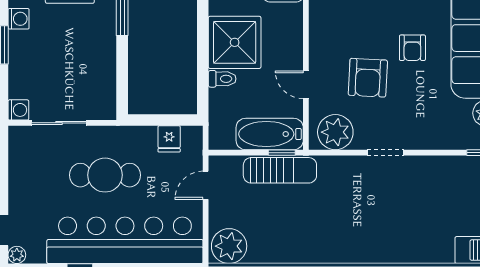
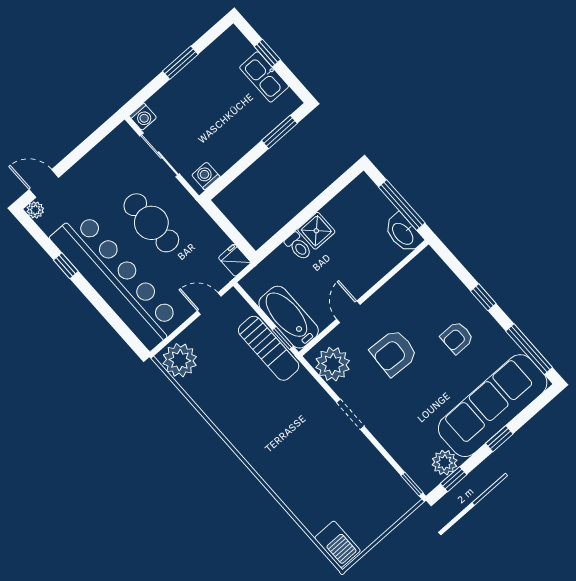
washing machine: (19, 19) -> (206, 176), moved, turned 180
shower: (235, 42) -> (316, 231), width x0.54, depth x0.54
armchair: (412, 48) -> (457, 338), moved
fridge: (169, 139) -> (235, 260), moved, turned 90

